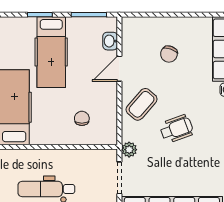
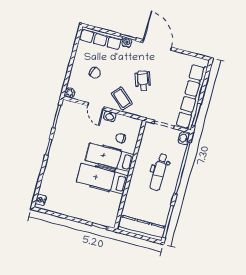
washbasin: (110, 41) -> (110, 116), moved
hospital bed: (51, 52) -> (109, 157), moved, turned 180
plant: (129, 150) -> (70, 93), moved

